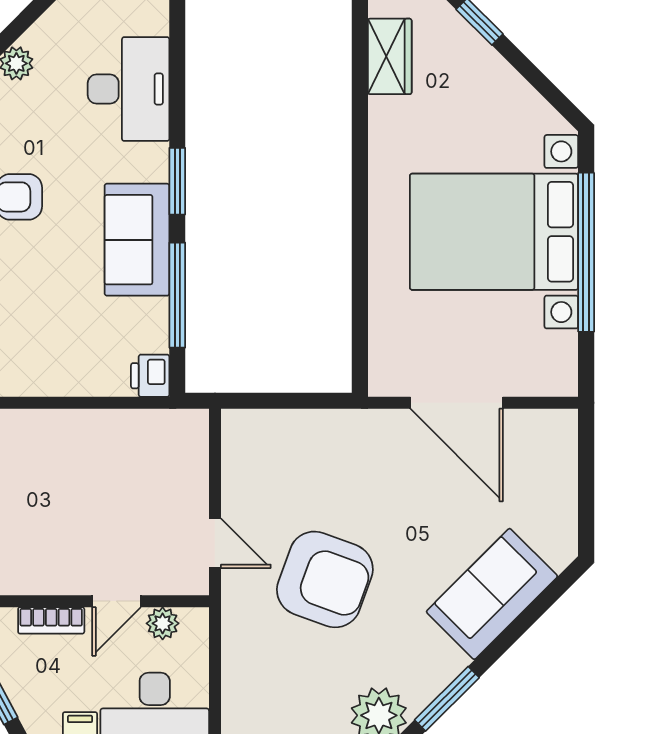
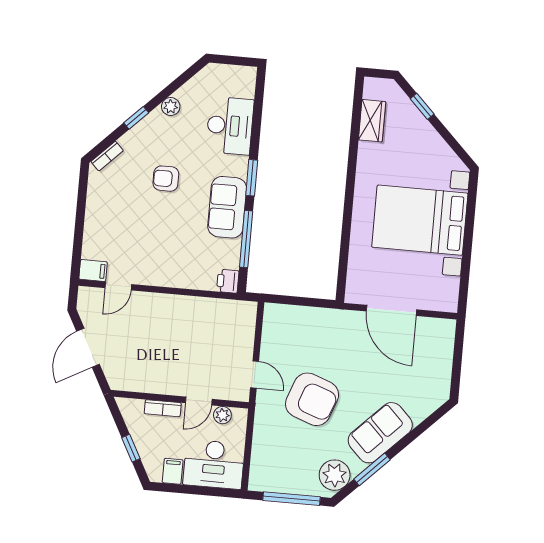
window: (586, 252) -> (468, 236), removed
sofa: (492, 594) -> (380, 433), moved

